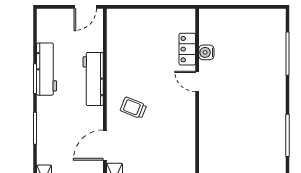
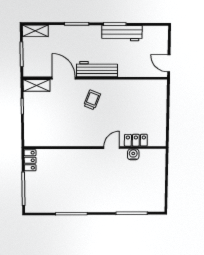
workbench: (93, 79) -> (97, 69), moved

